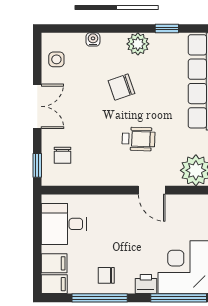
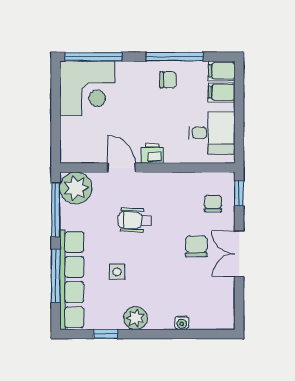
side table: (56, 59) -> (117, 272), moved
chair: (121, 87) -> (196, 246), moved, turned -71
printer: (146, 284) -> (152, 153), moved, turned 180

